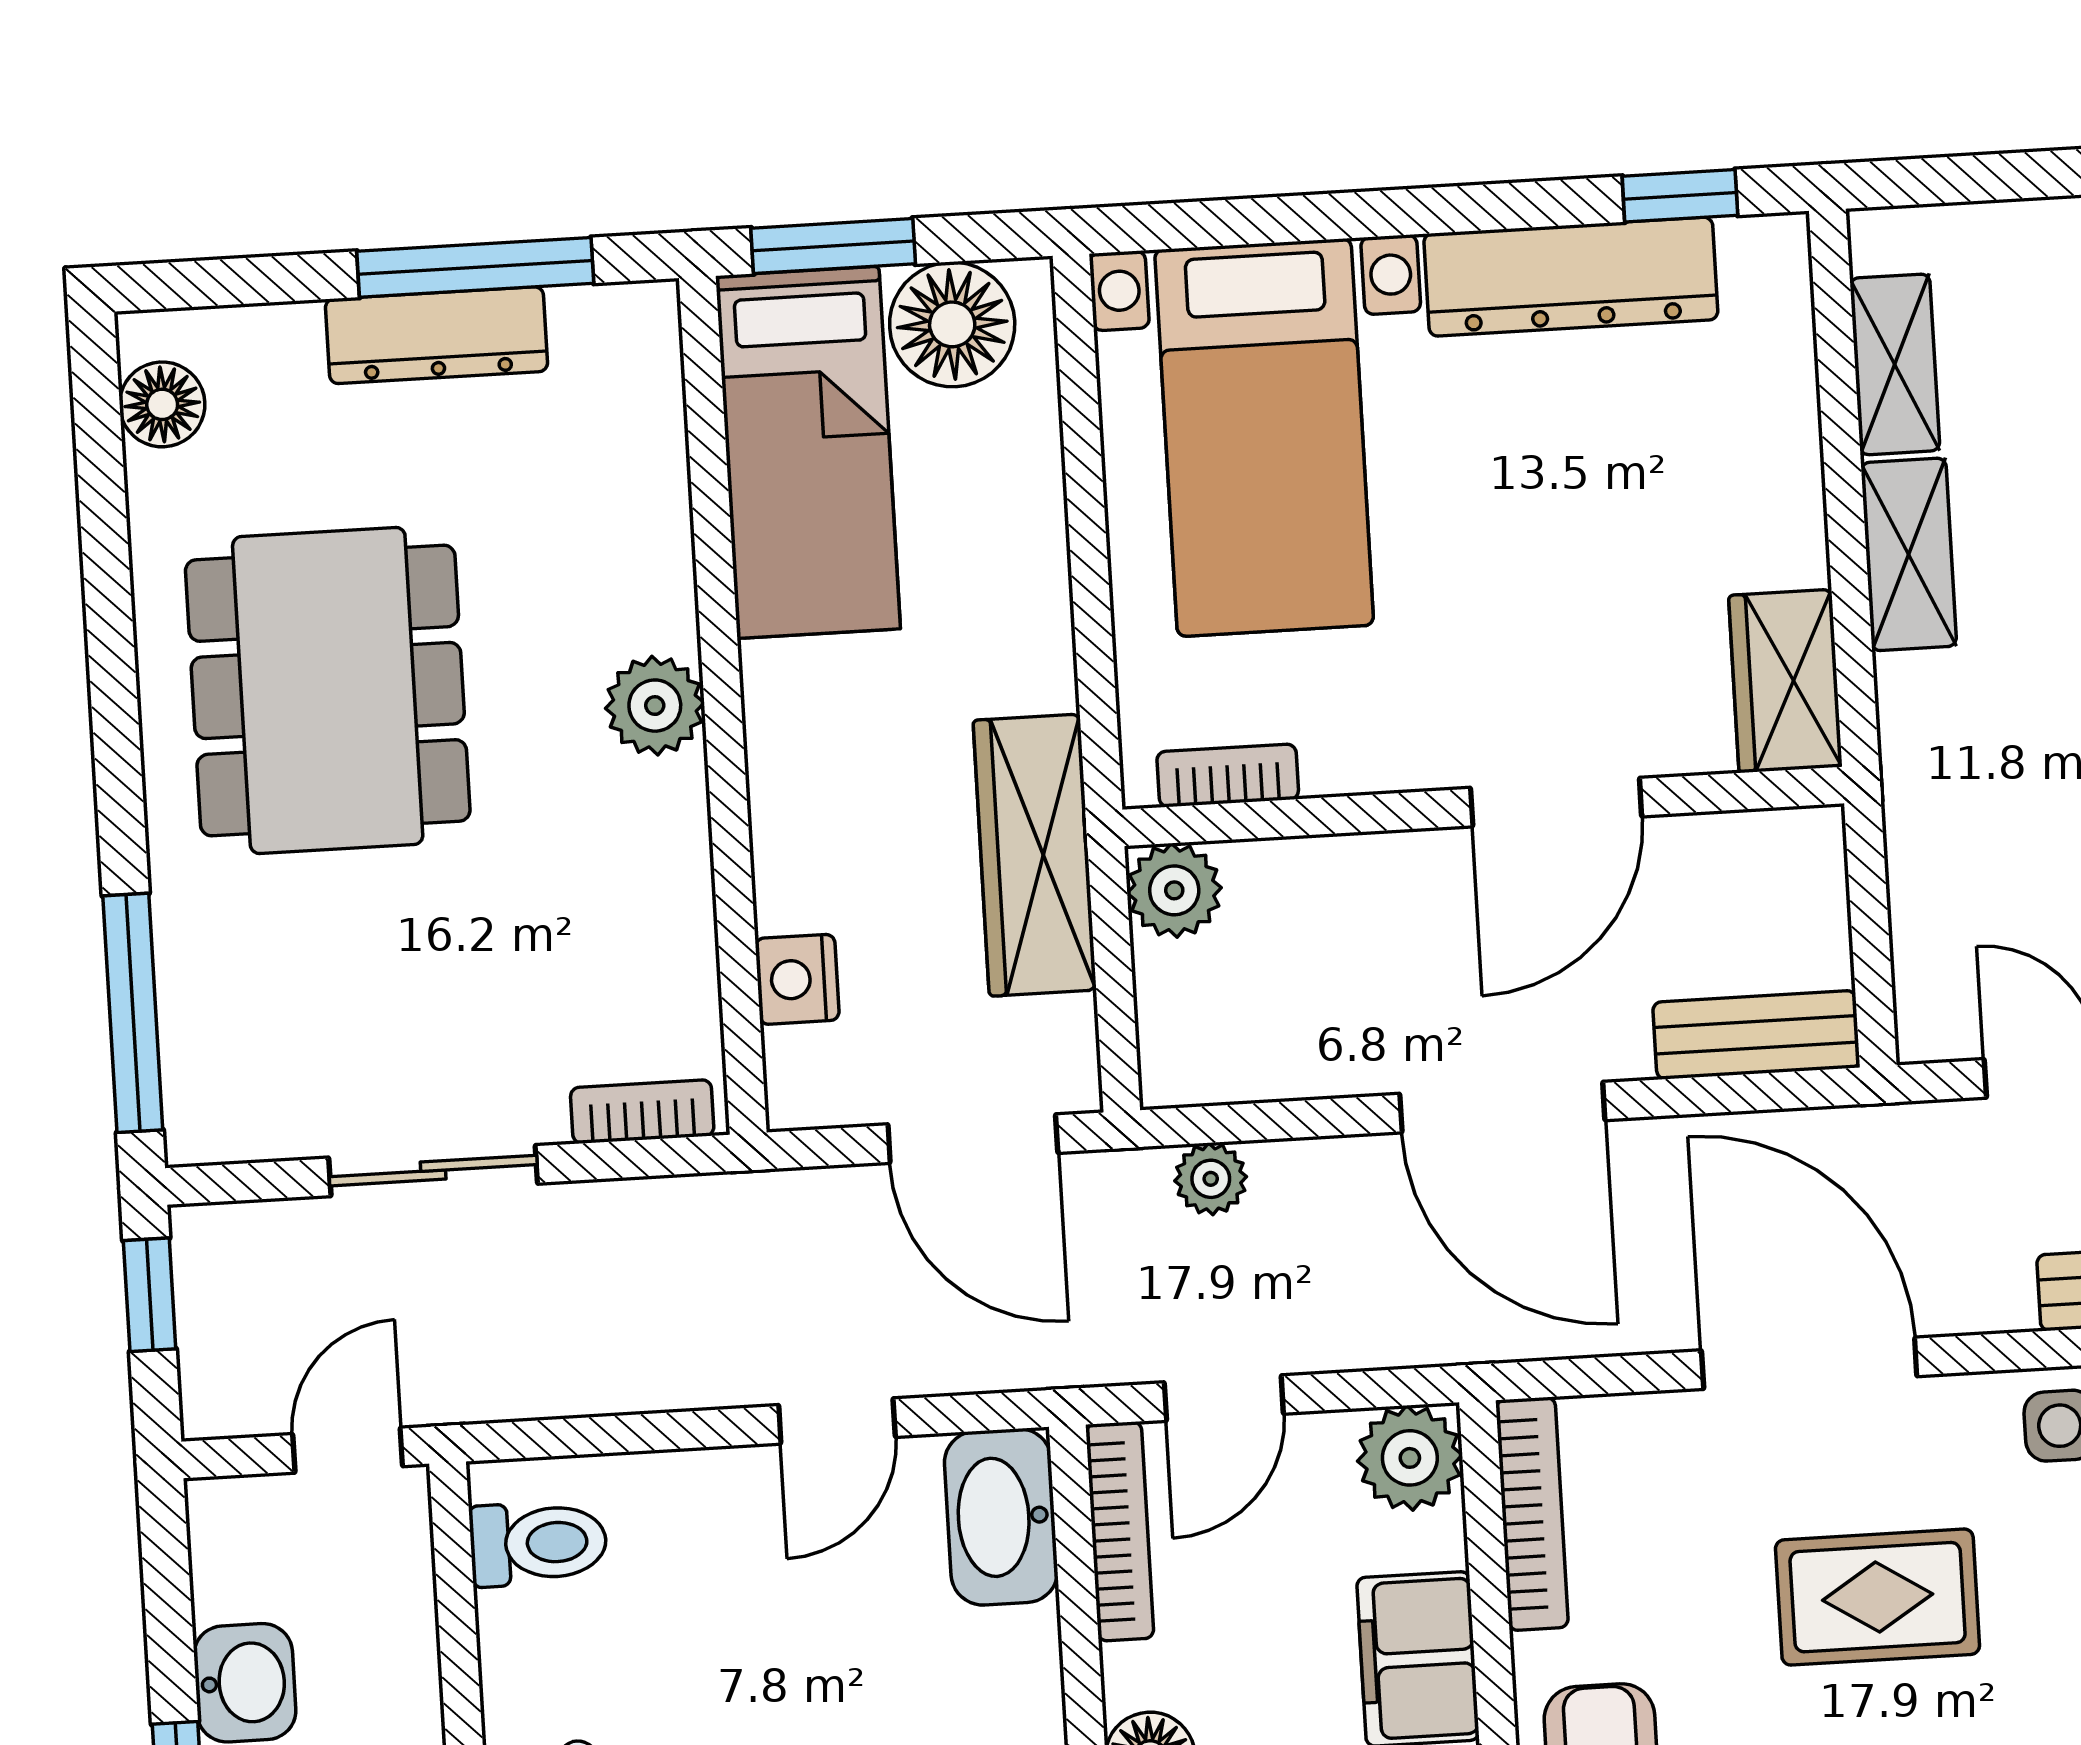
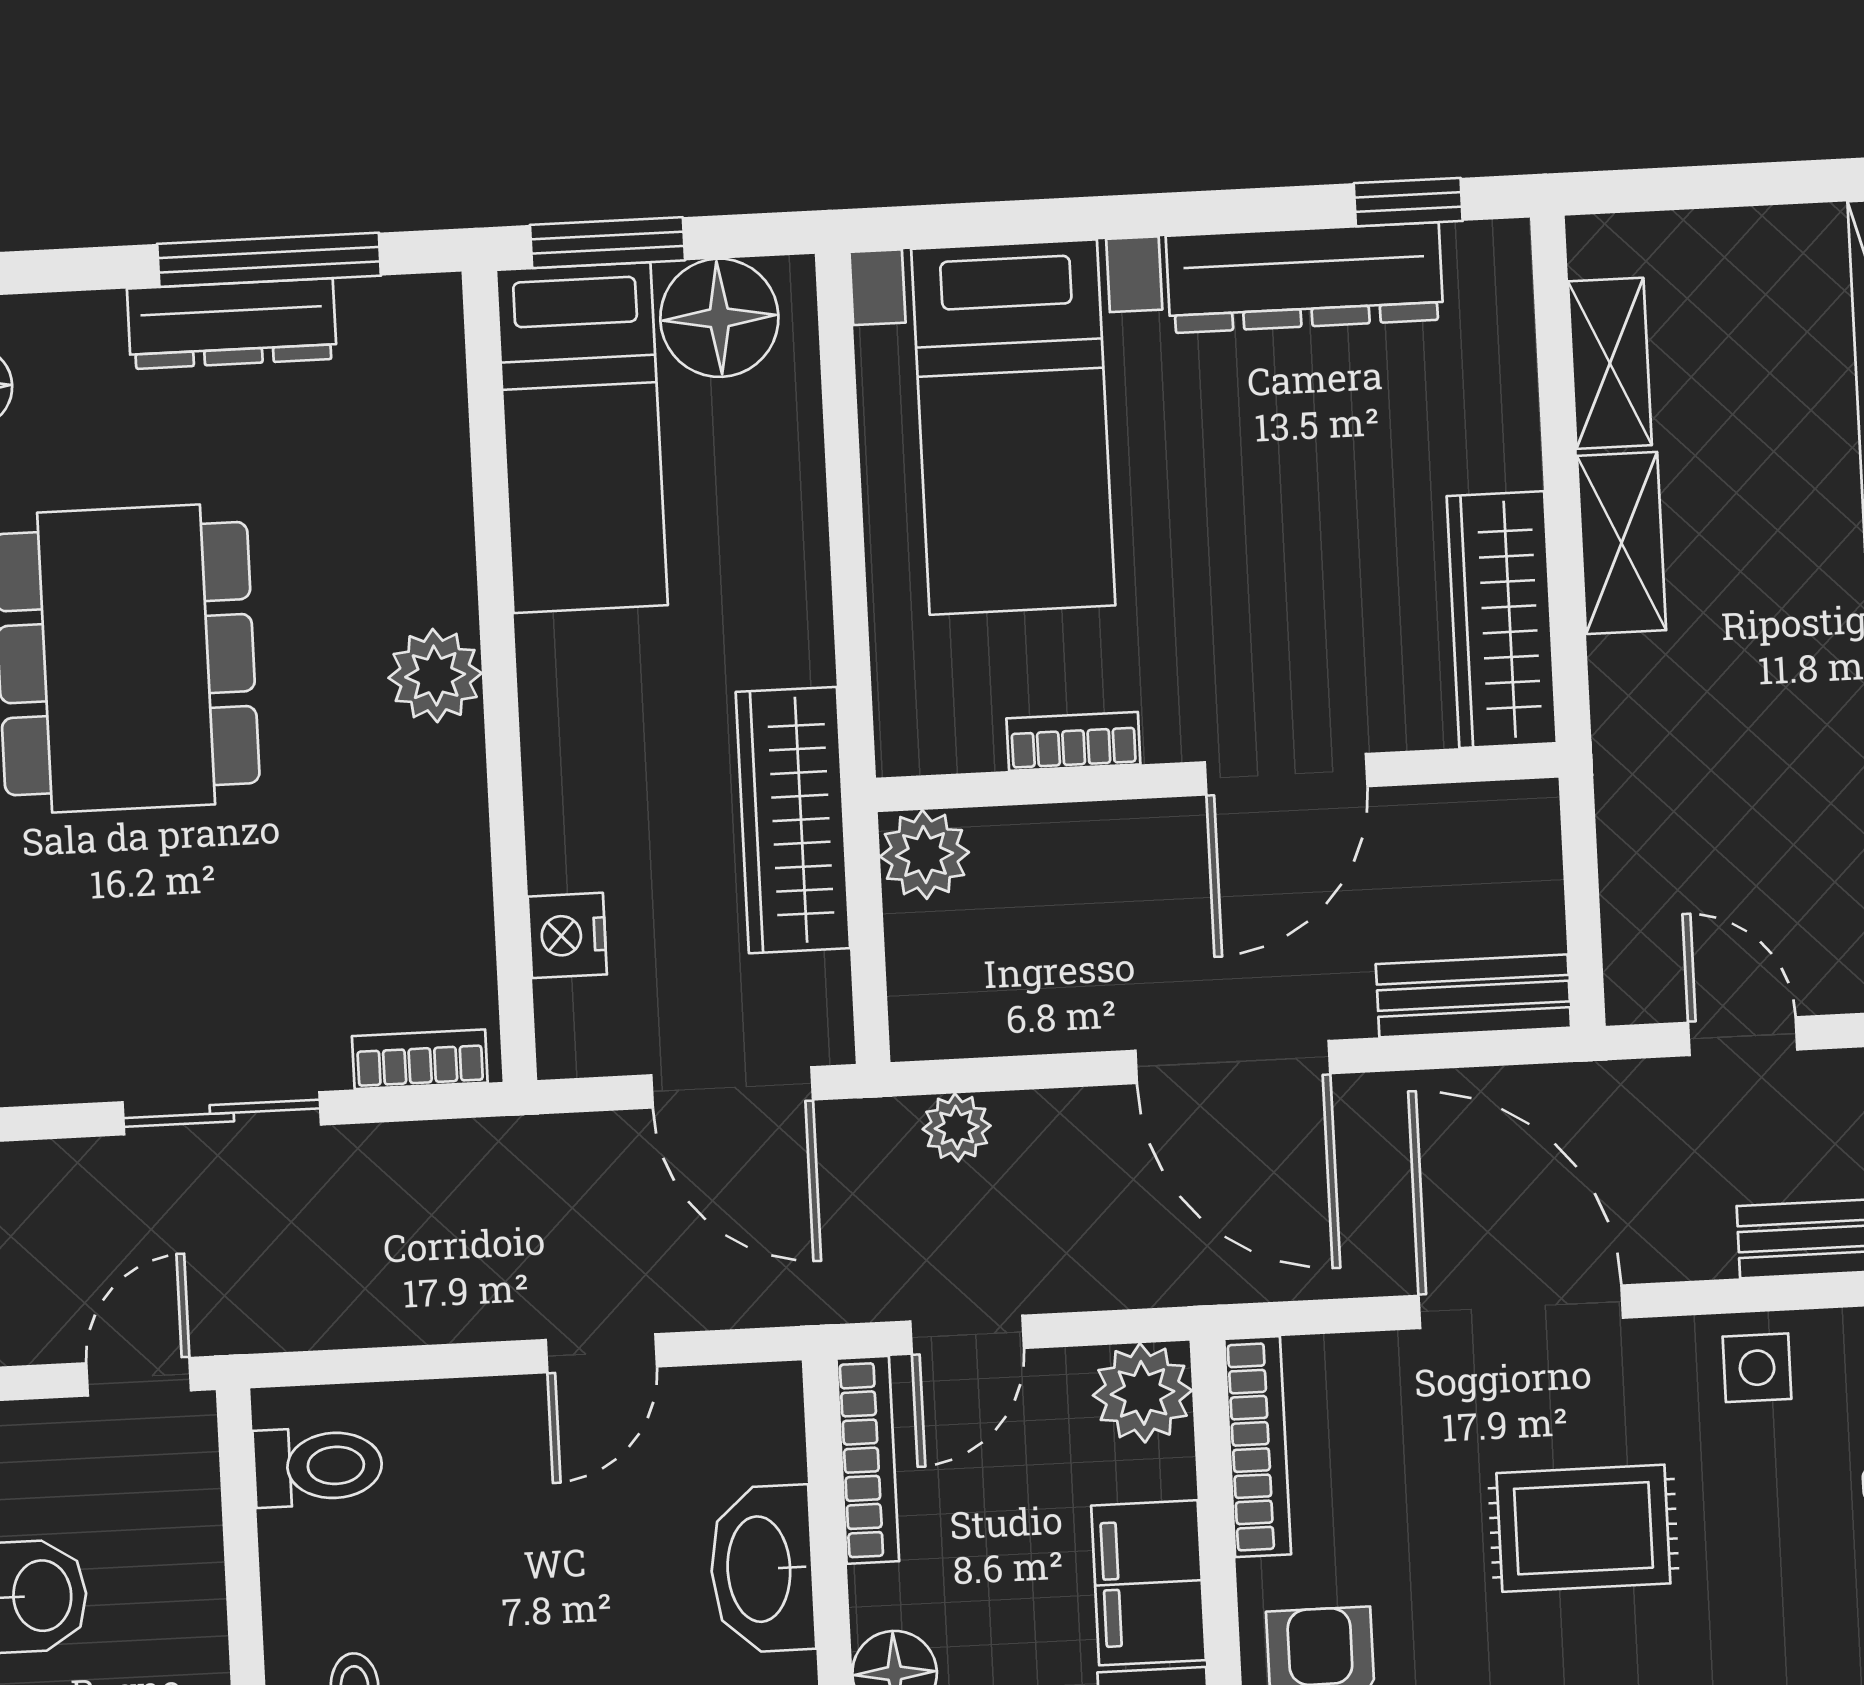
wardrobe: (1785, 681) -> (1502, 620), width x1.50
bookcase: (1228, 775) -> (1073, 741), moved
washbasin: (1001, 1517) -> (762, 1569), moved

